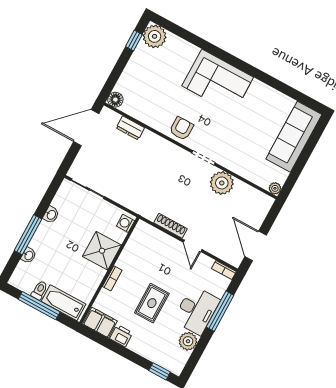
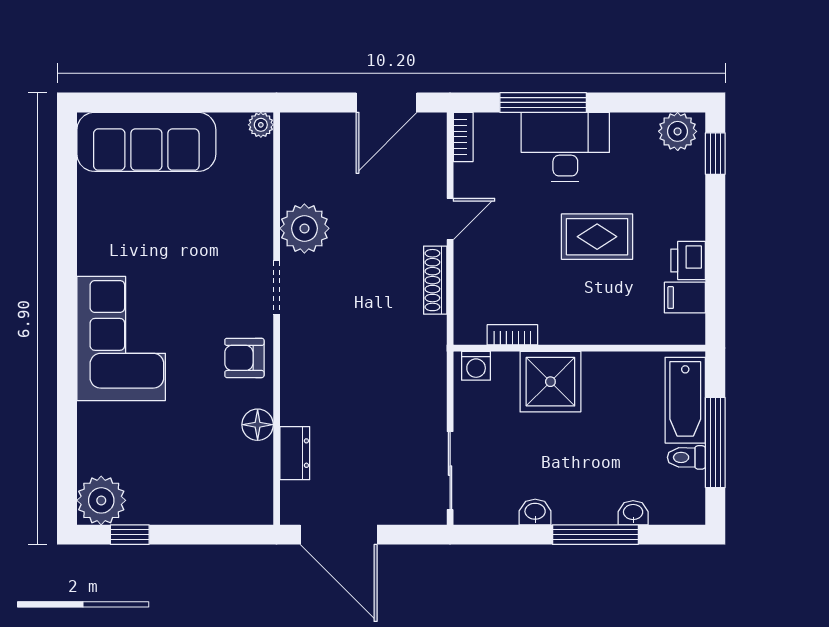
floor lamp: (115, 100) -> (258, 425), moved
bookcase: (112, 278) -> (512, 335), moved
filing cabinet: (100, 322) -> (685, 298), width x0.50
plant: (188, 341) -> (678, 131), moved

